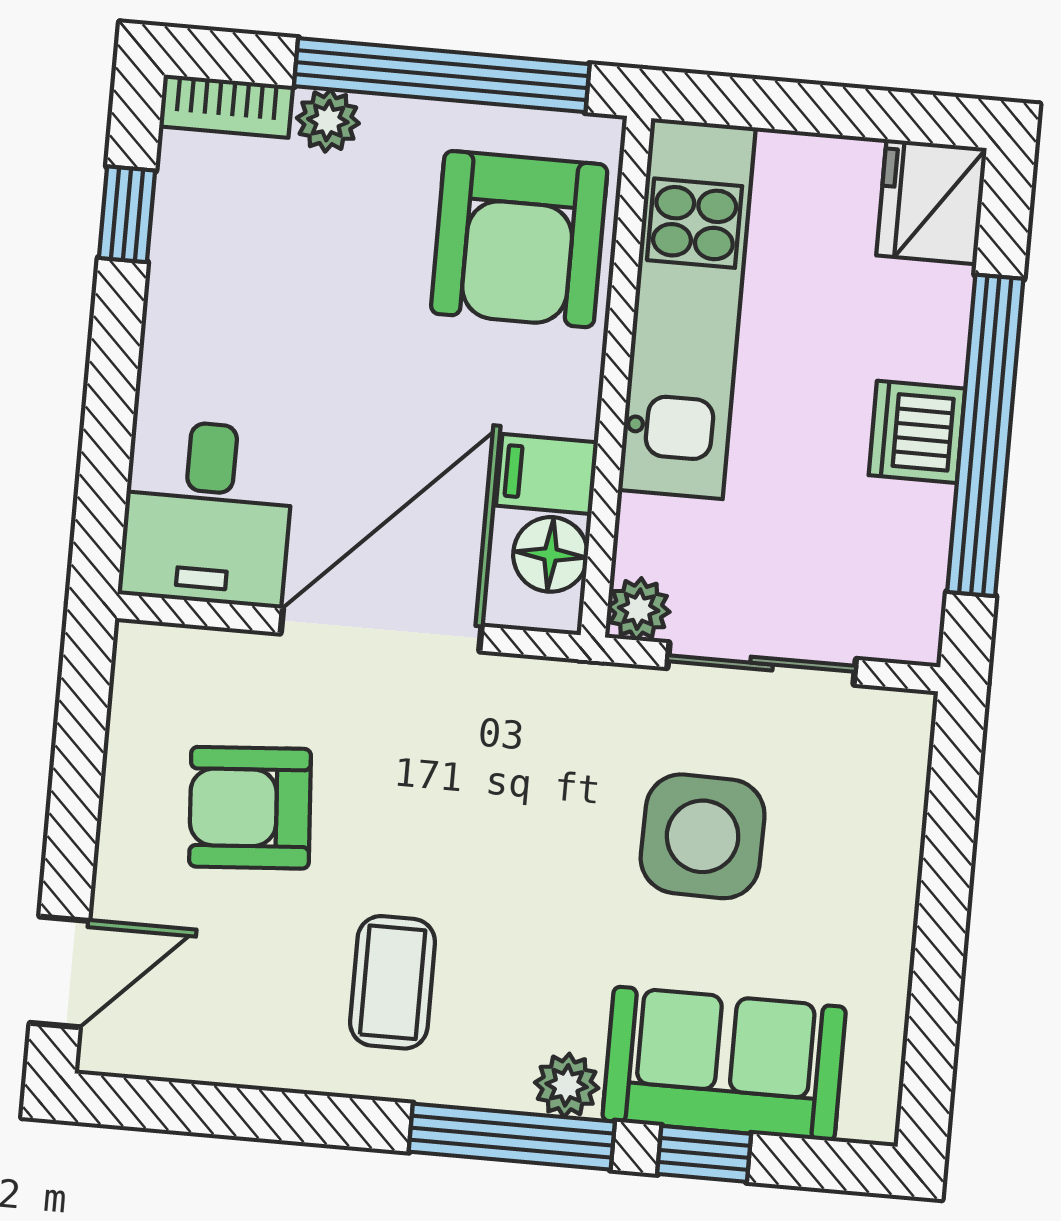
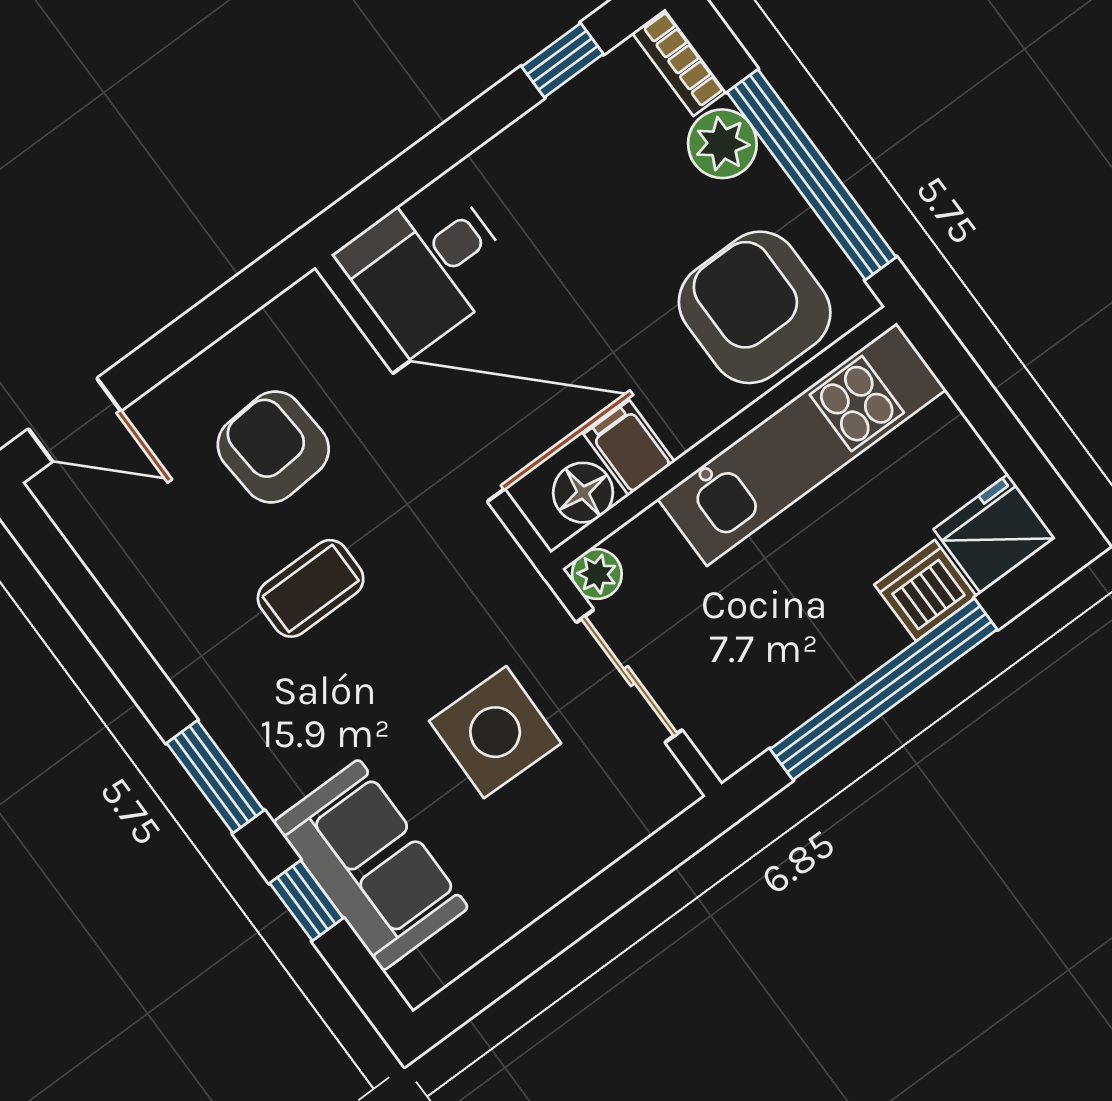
plant: (328, 121) -> (722, 144), width x1.38, depth x1.38
armchair: (519, 239) -> (755, 307), turned 90
dishwasher: (917, 432) -> (925, 591), moved
coffee table: (393, 982) -> (311, 588), moved
plant: (567, 1085) -> (275, 782), removed
window: (512, 1137) -> (215, 777), width x0.69

